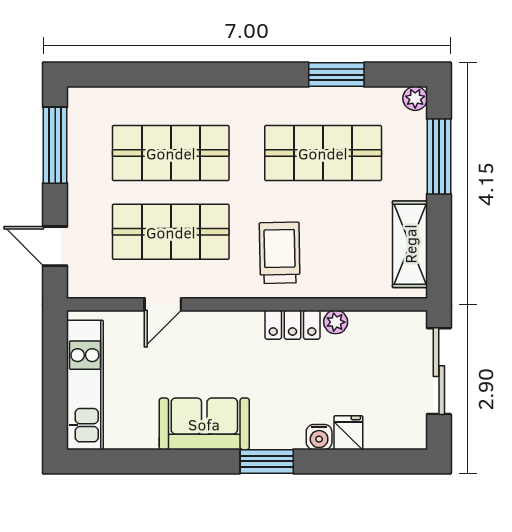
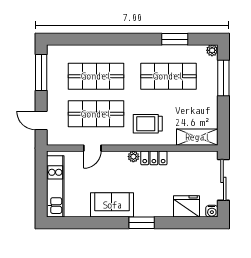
shelving: (410, 244) -> (197, 137), moved, turned 90
trolley: (280, 253) -> (148, 124), turned -89
plant: (336, 322) -> (133, 157), moved
fridge: (348, 433) -> (186, 206), width x1.88, depth x1.34
water cooler: (319, 437) -> (212, 211), moved

